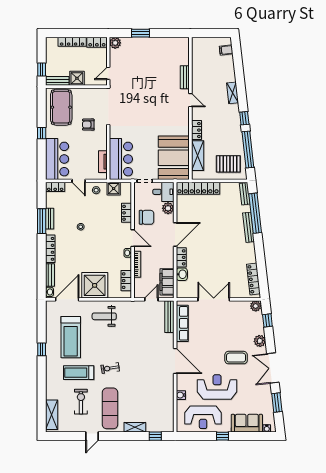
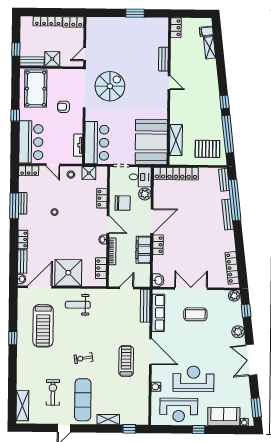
window: (140, 33) -> (135, 13), moved
plant: (115, 43) -> (92, 23), removed
shelving: (233, 93) -> (210, 48), moved
spiral stairs: (133, 104) -> (110, 86), added
locker: (196, 130) -> (176, 28), moved
locker: (50, 249) -> (23, 239), width x0.66
washbasin: (182, 274) -> (158, 280), moved
filing cabinet: (167, 282) -> (143, 250), moved
coffee table: (236, 358) -> (195, 314), moved
treadmill: (79, 373) -> (126, 361), moved, turned 90
window: (277, 402) -> (256, 408), moved

